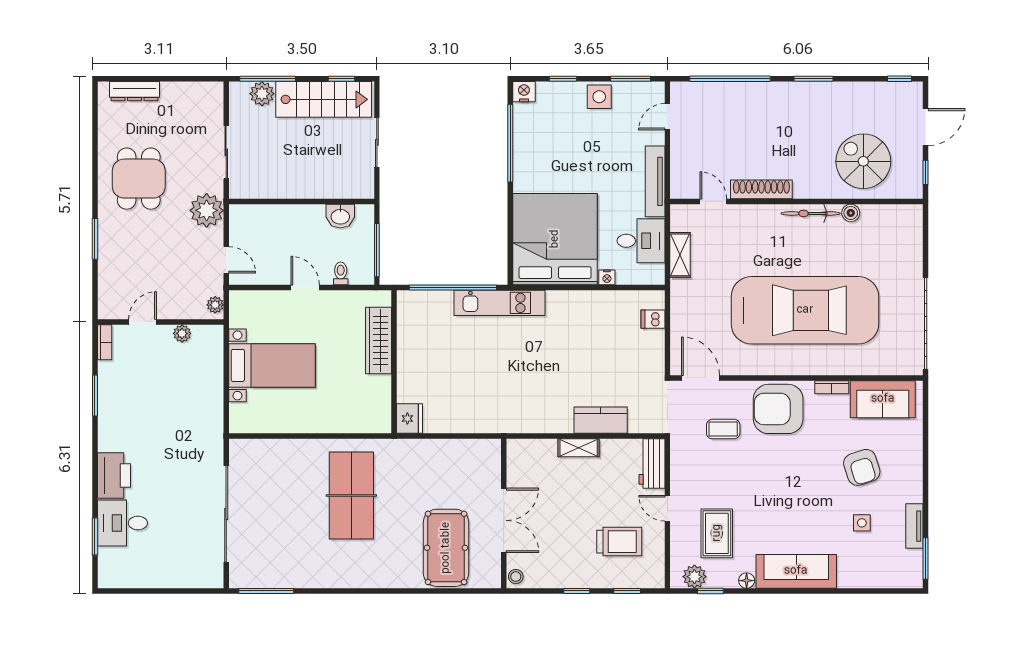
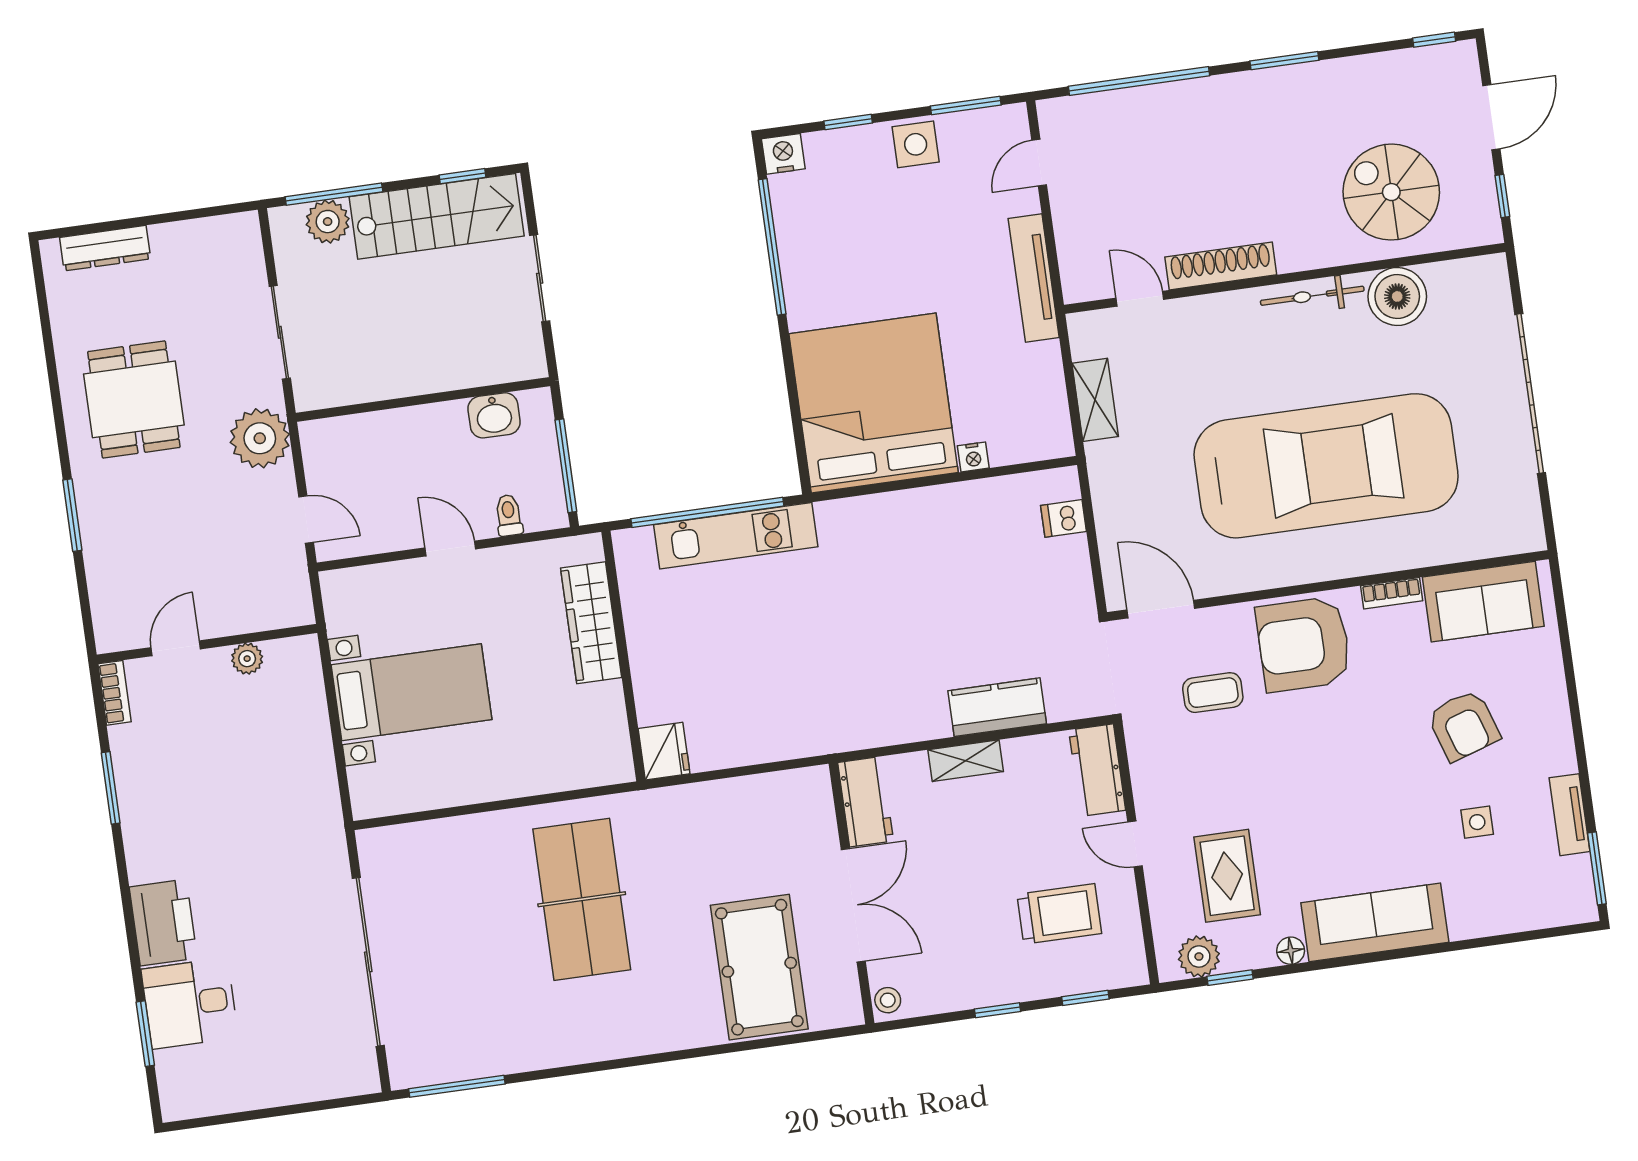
boiler: (851, 213) -> (1397, 296), width x1.86, depth x1.86
desk: (641, 241) -> (1024, 385), removed
kitchen unit: (500, 303) -> (736, 536), moved
plant: (215, 305) -> (298, 600), removed
garage door: (926, 323) -> (1530, 393), moved
workbench: (519, 463) -> (866, 802), added

